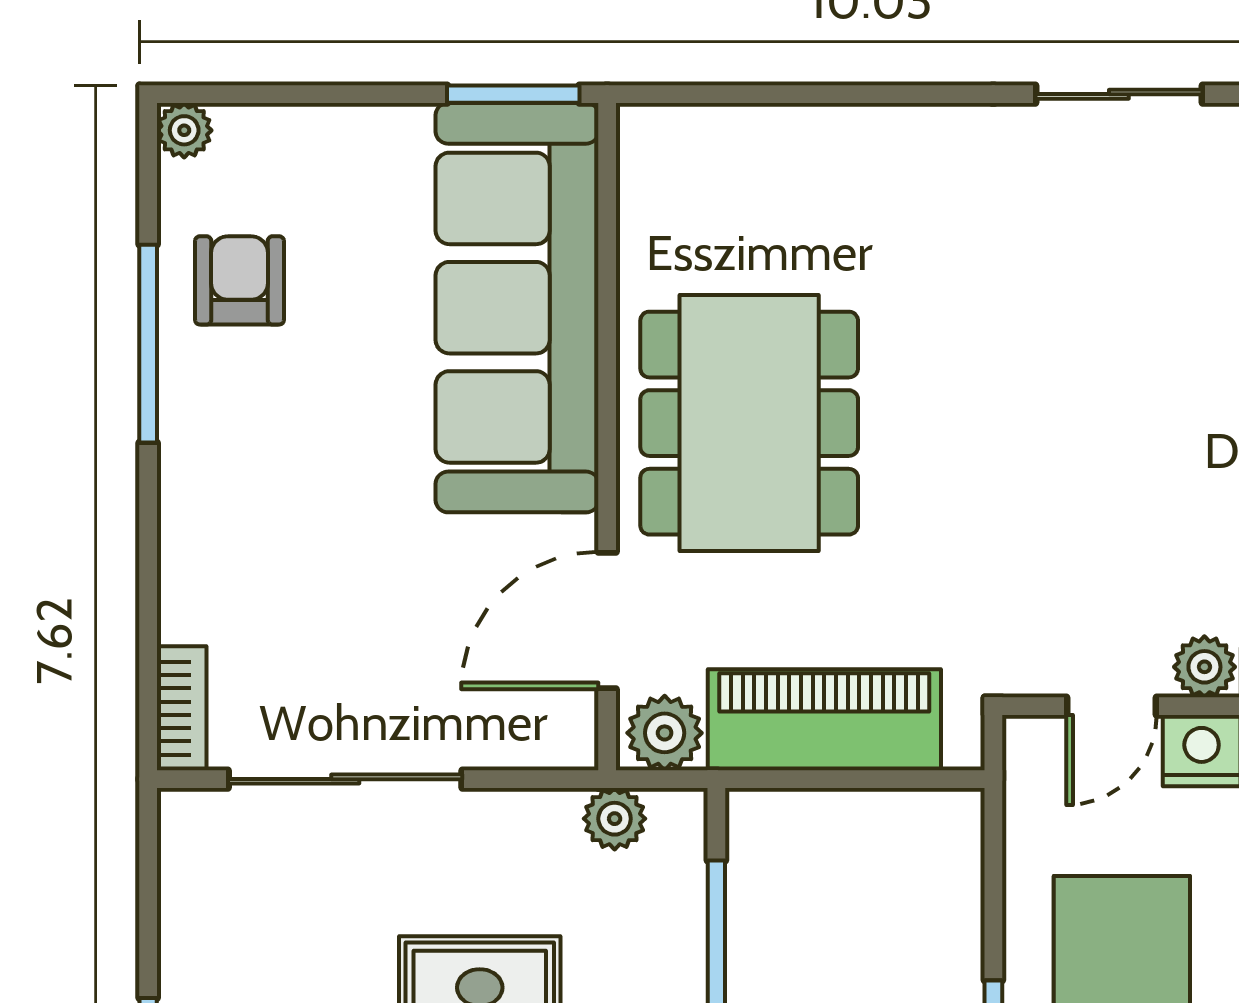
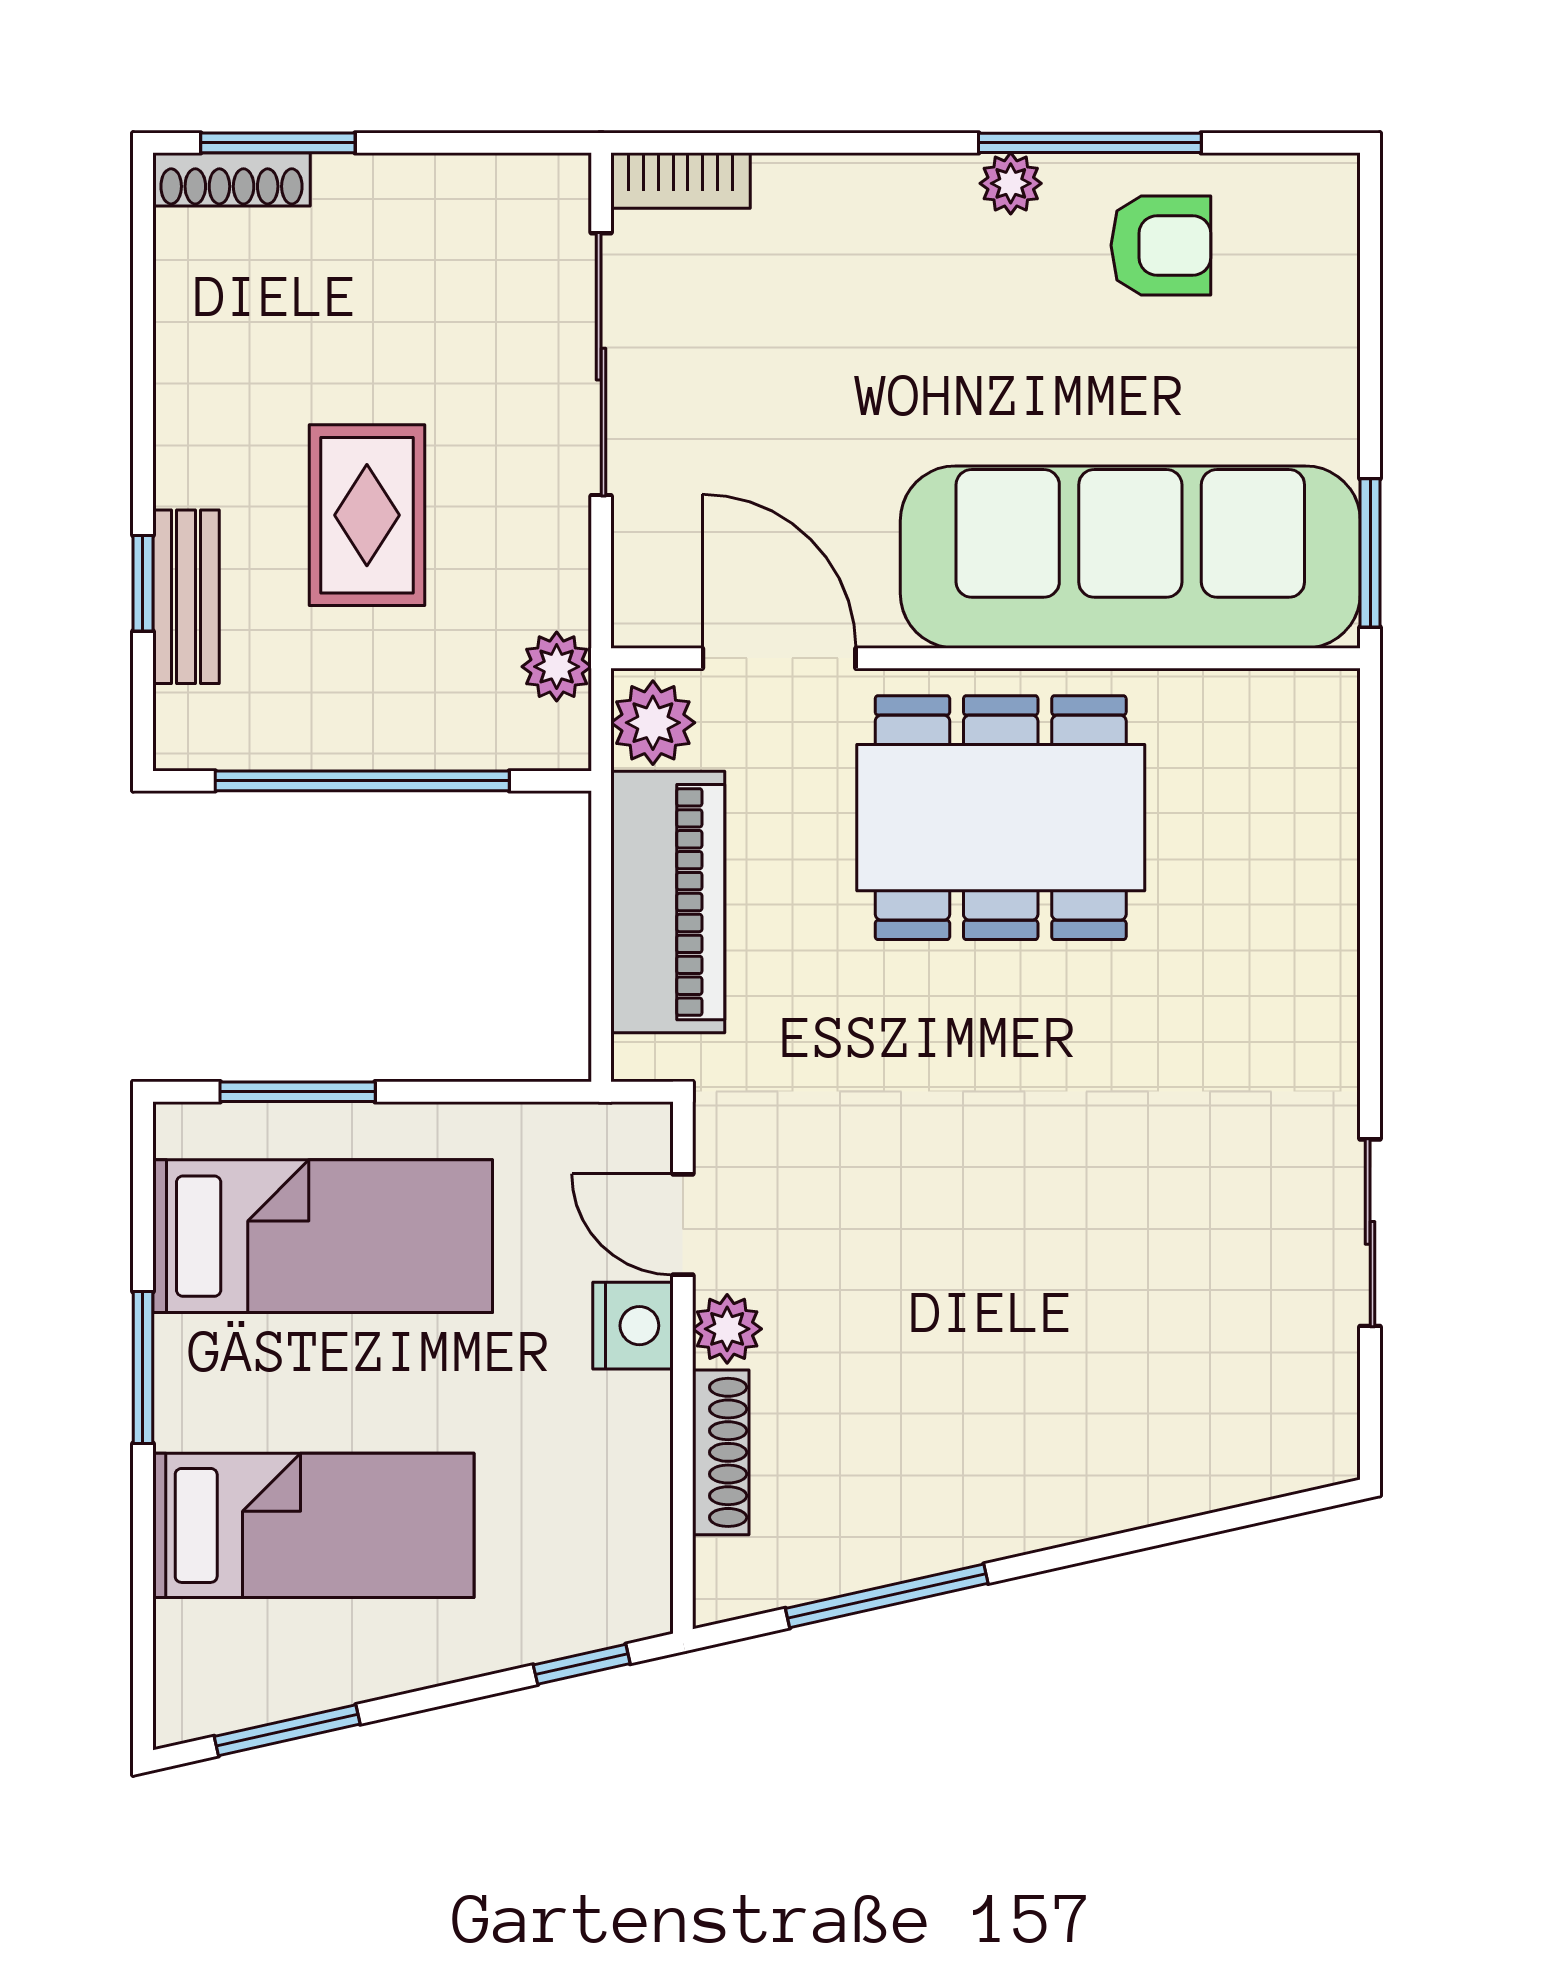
plant: (184, 130) -> (1011, 183), moved

